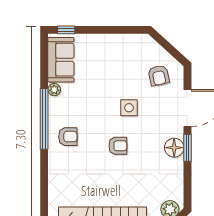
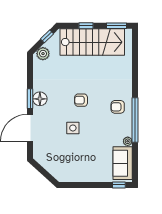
armchair: (159, 75) -> (51, 152), removed

